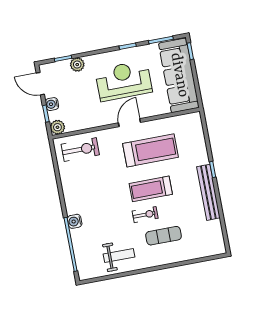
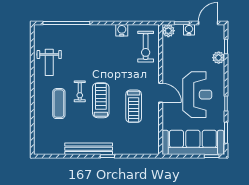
treadmill: (151, 150) -> (134, 106), width x0.73, depth x0.73
water cooler: (75, 221) -> (122, 30), moved

